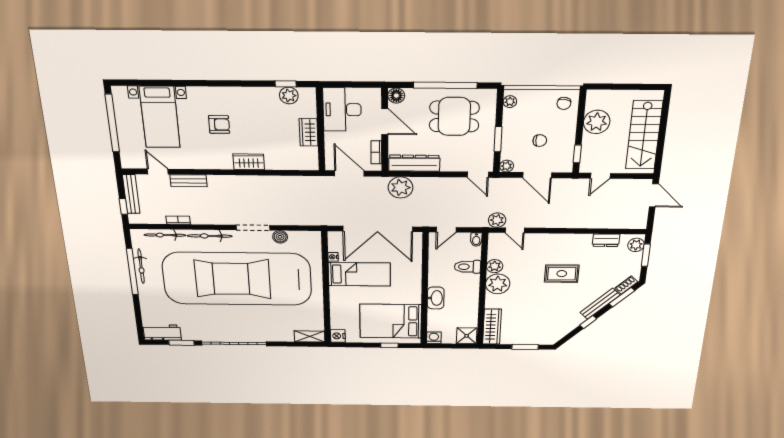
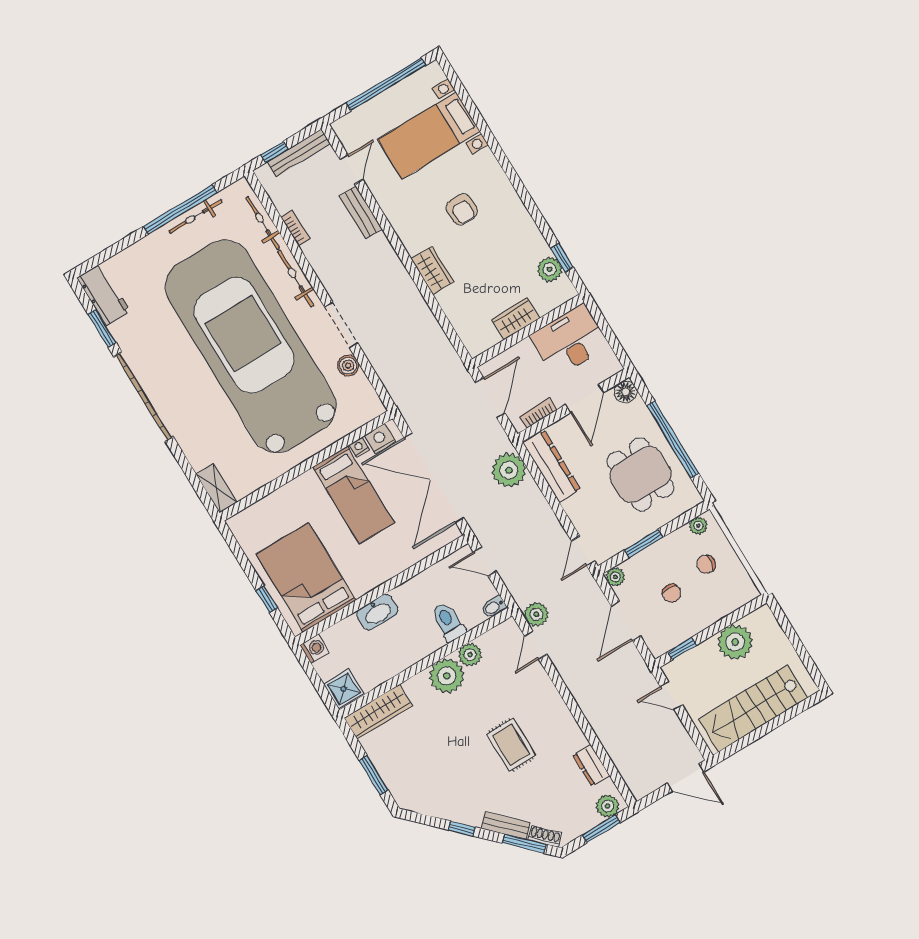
chair: (564, 103) -> (706, 564), moved
door: (654, 195) -> (686, 777), hinge flipped
bench: (600, 304) -> (506, 826), width x0.73
nightstand: (338, 336) -> (380, 439), moved

